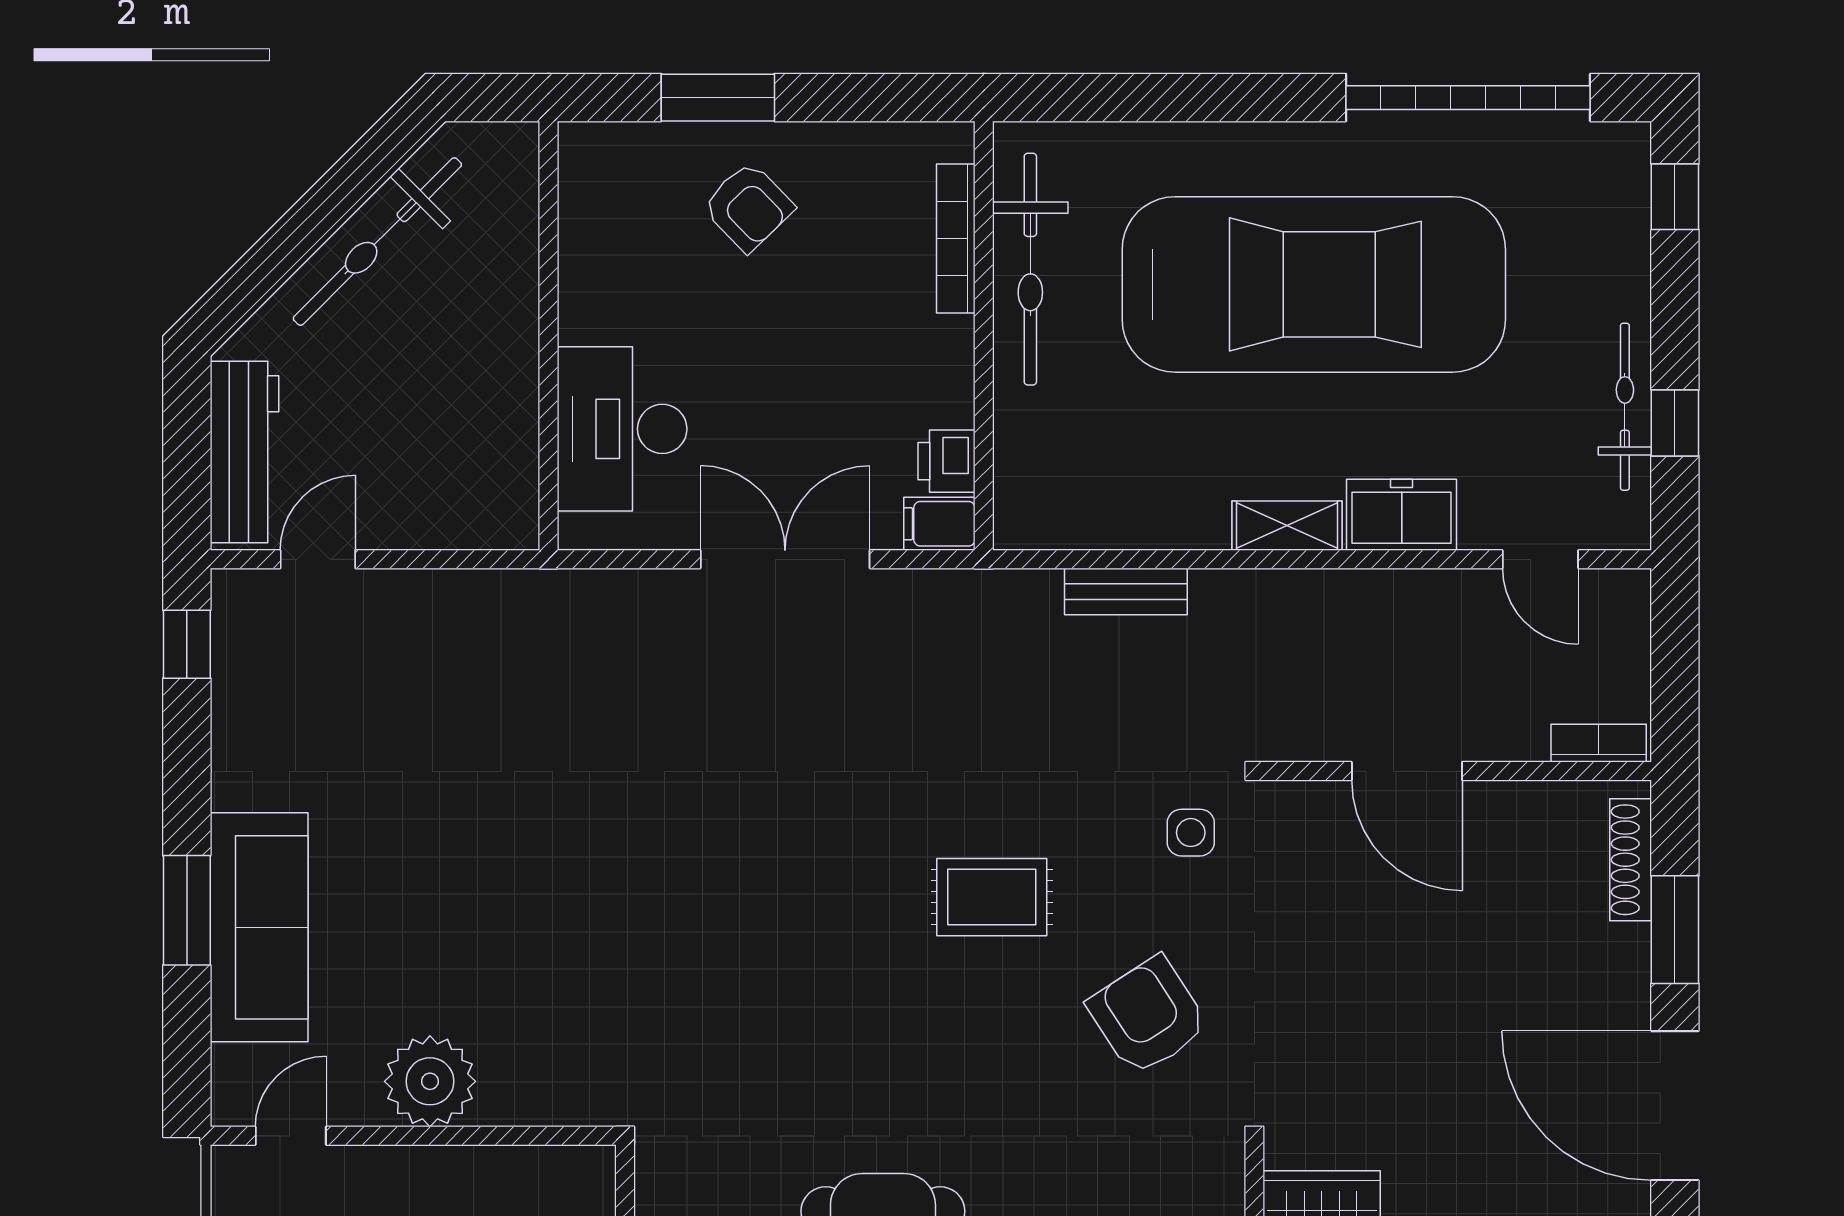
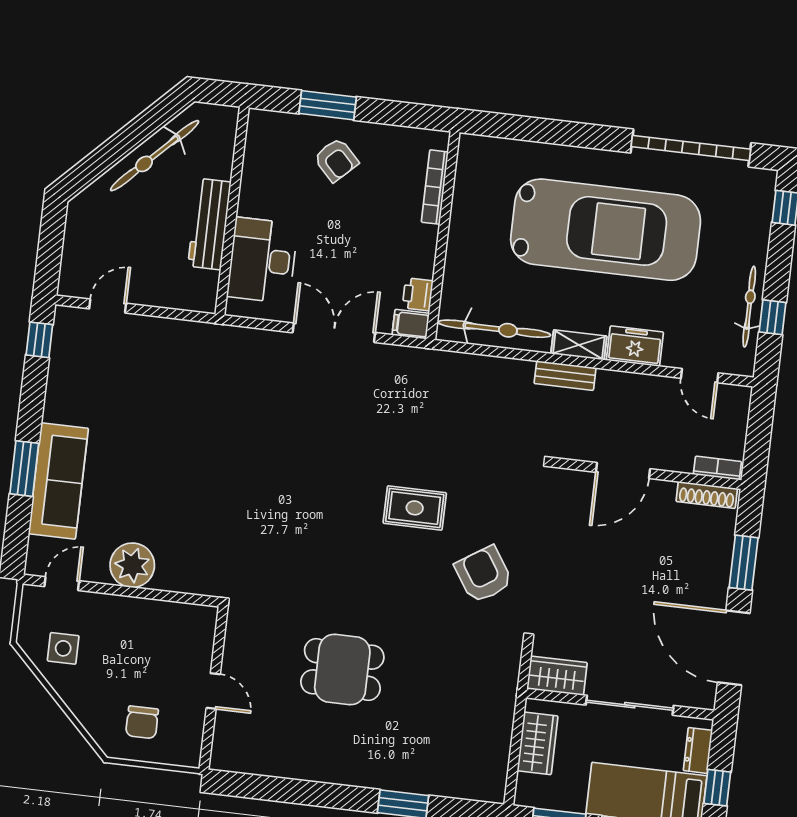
bicycle: (1030, 269) -> (494, 329), moved, turned -90
workbench: (244, 452) -> (209, 224), moved, turned 180
bench: (1126, 591) -> (565, 376), moved
door: (1407, 771) -> (623, 471), hinge flipped
side table: (1191, 833) -> (515, 488), removed
shoe rack: (1631, 860) -> (707, 495), moved, turned -90

